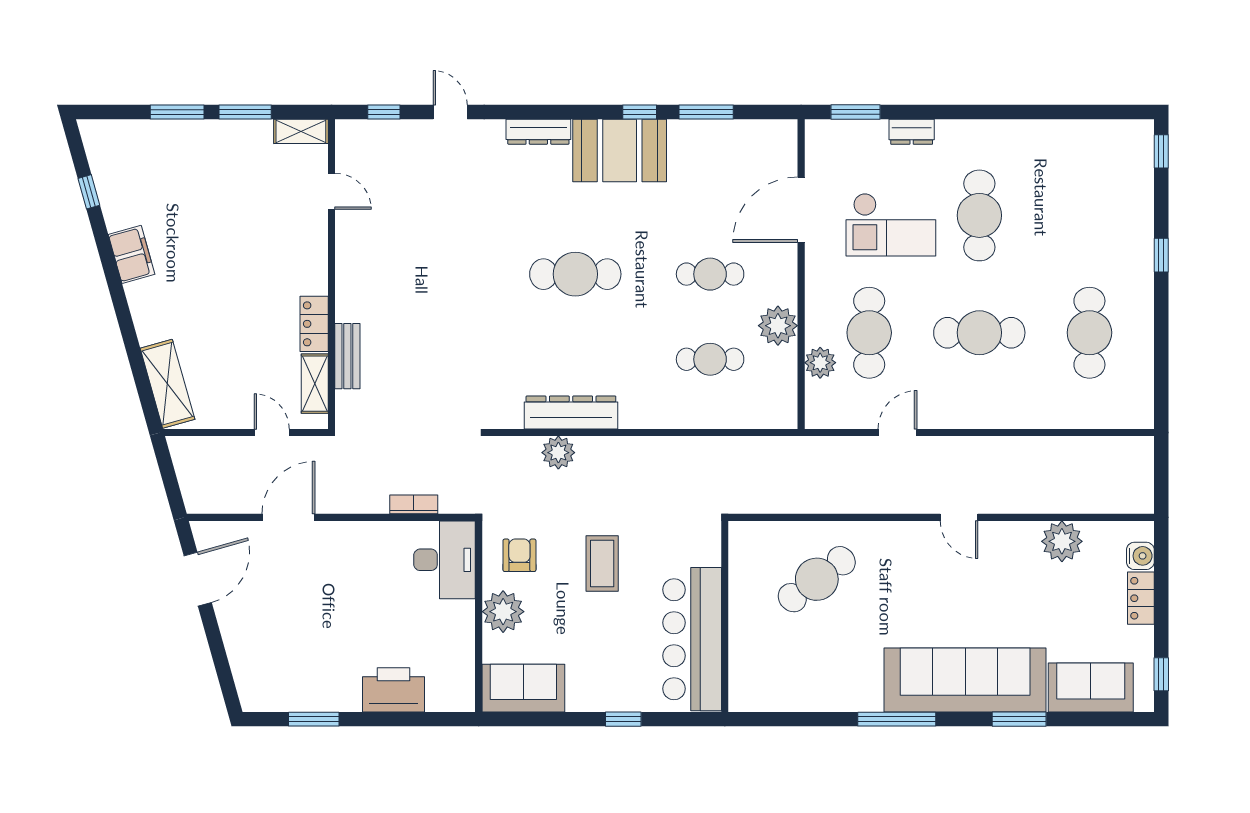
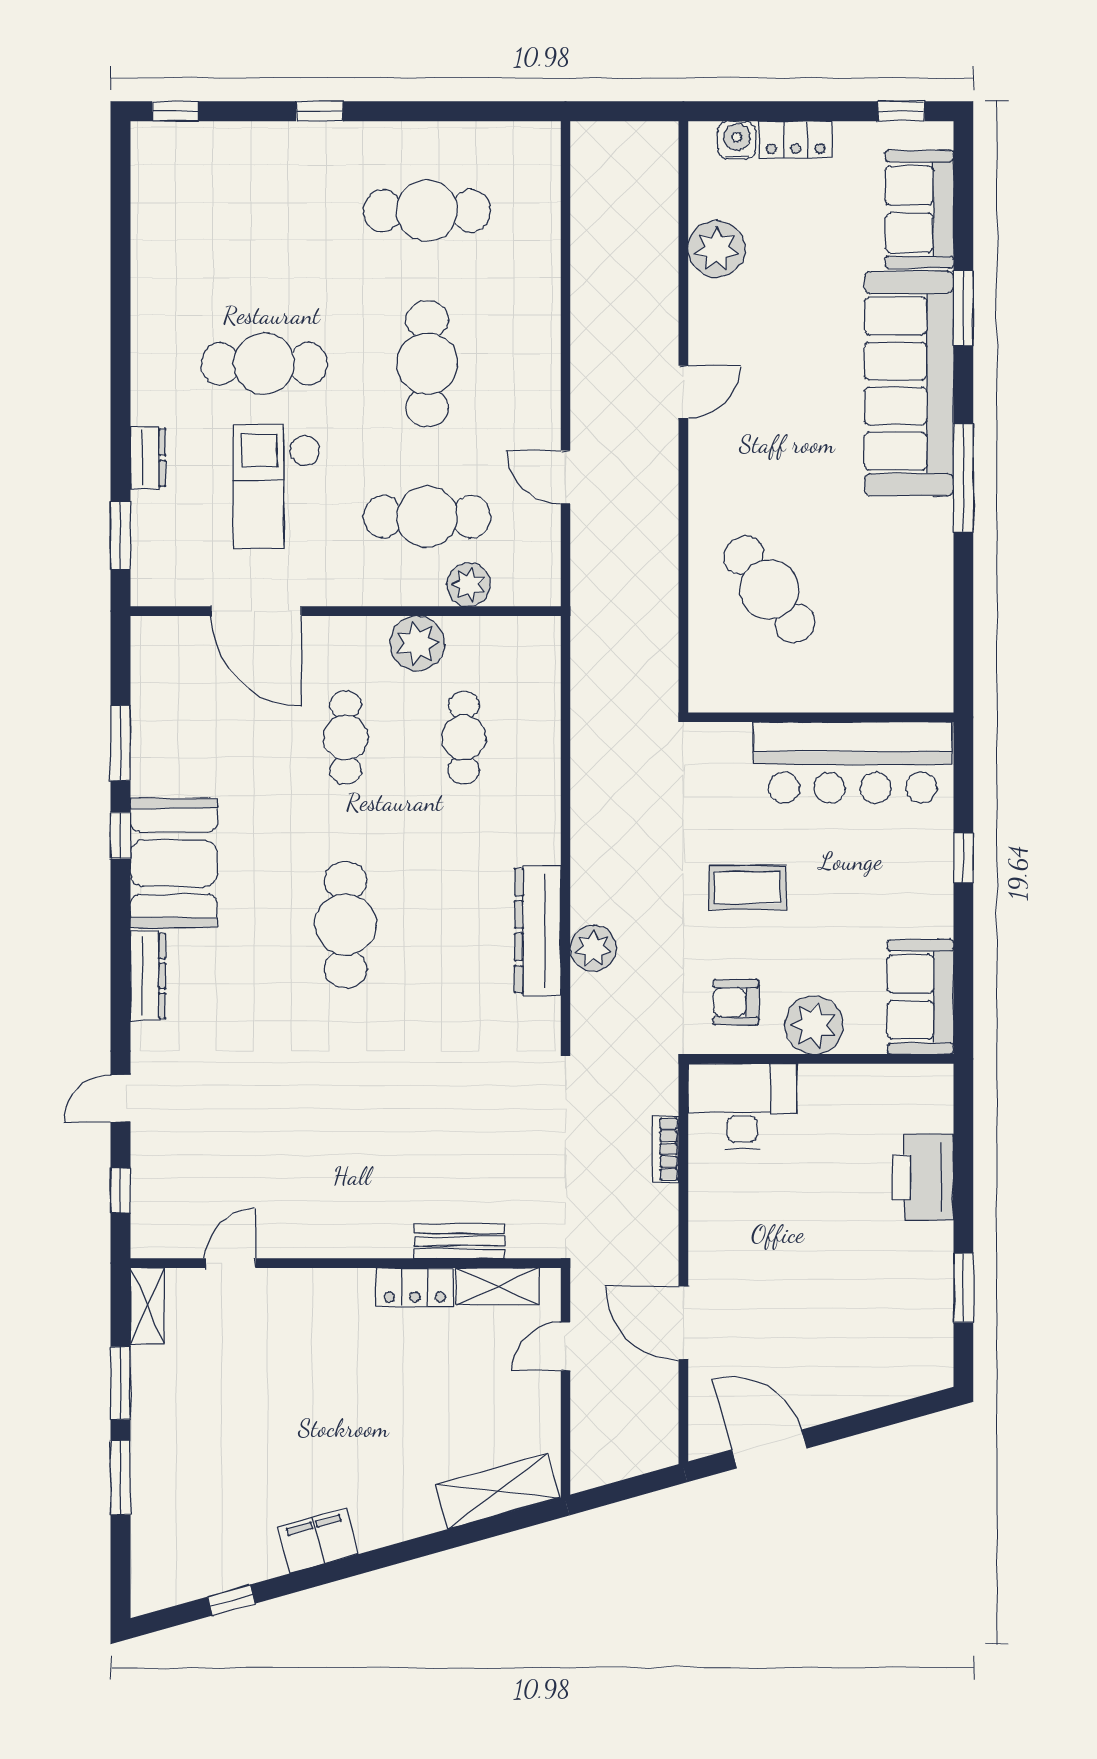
checkout: (891, 225) -> (277, 487), turned 180

